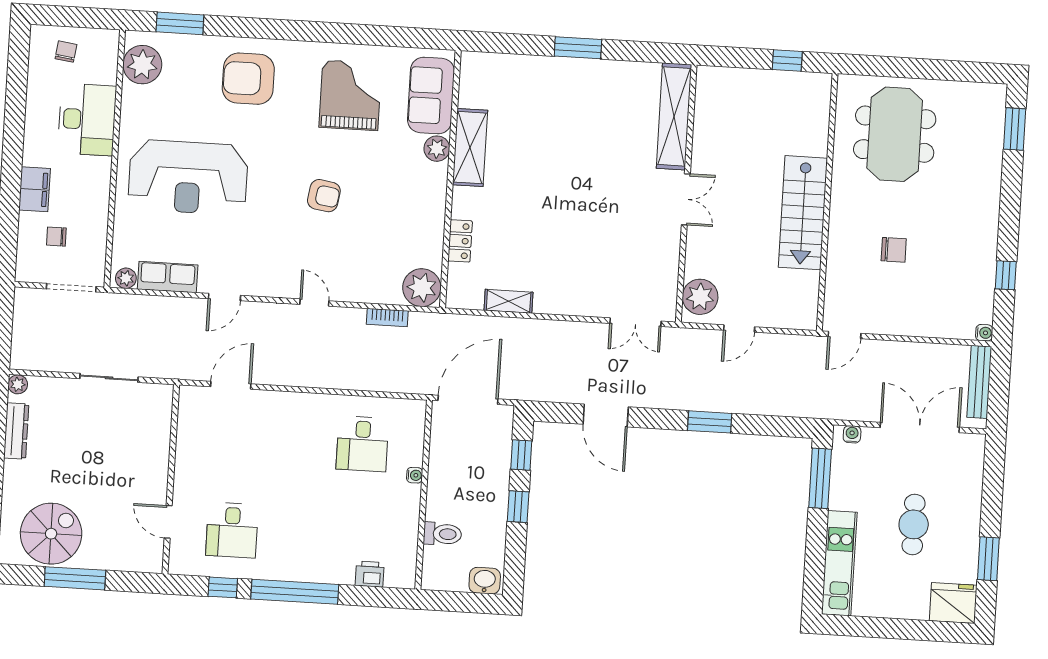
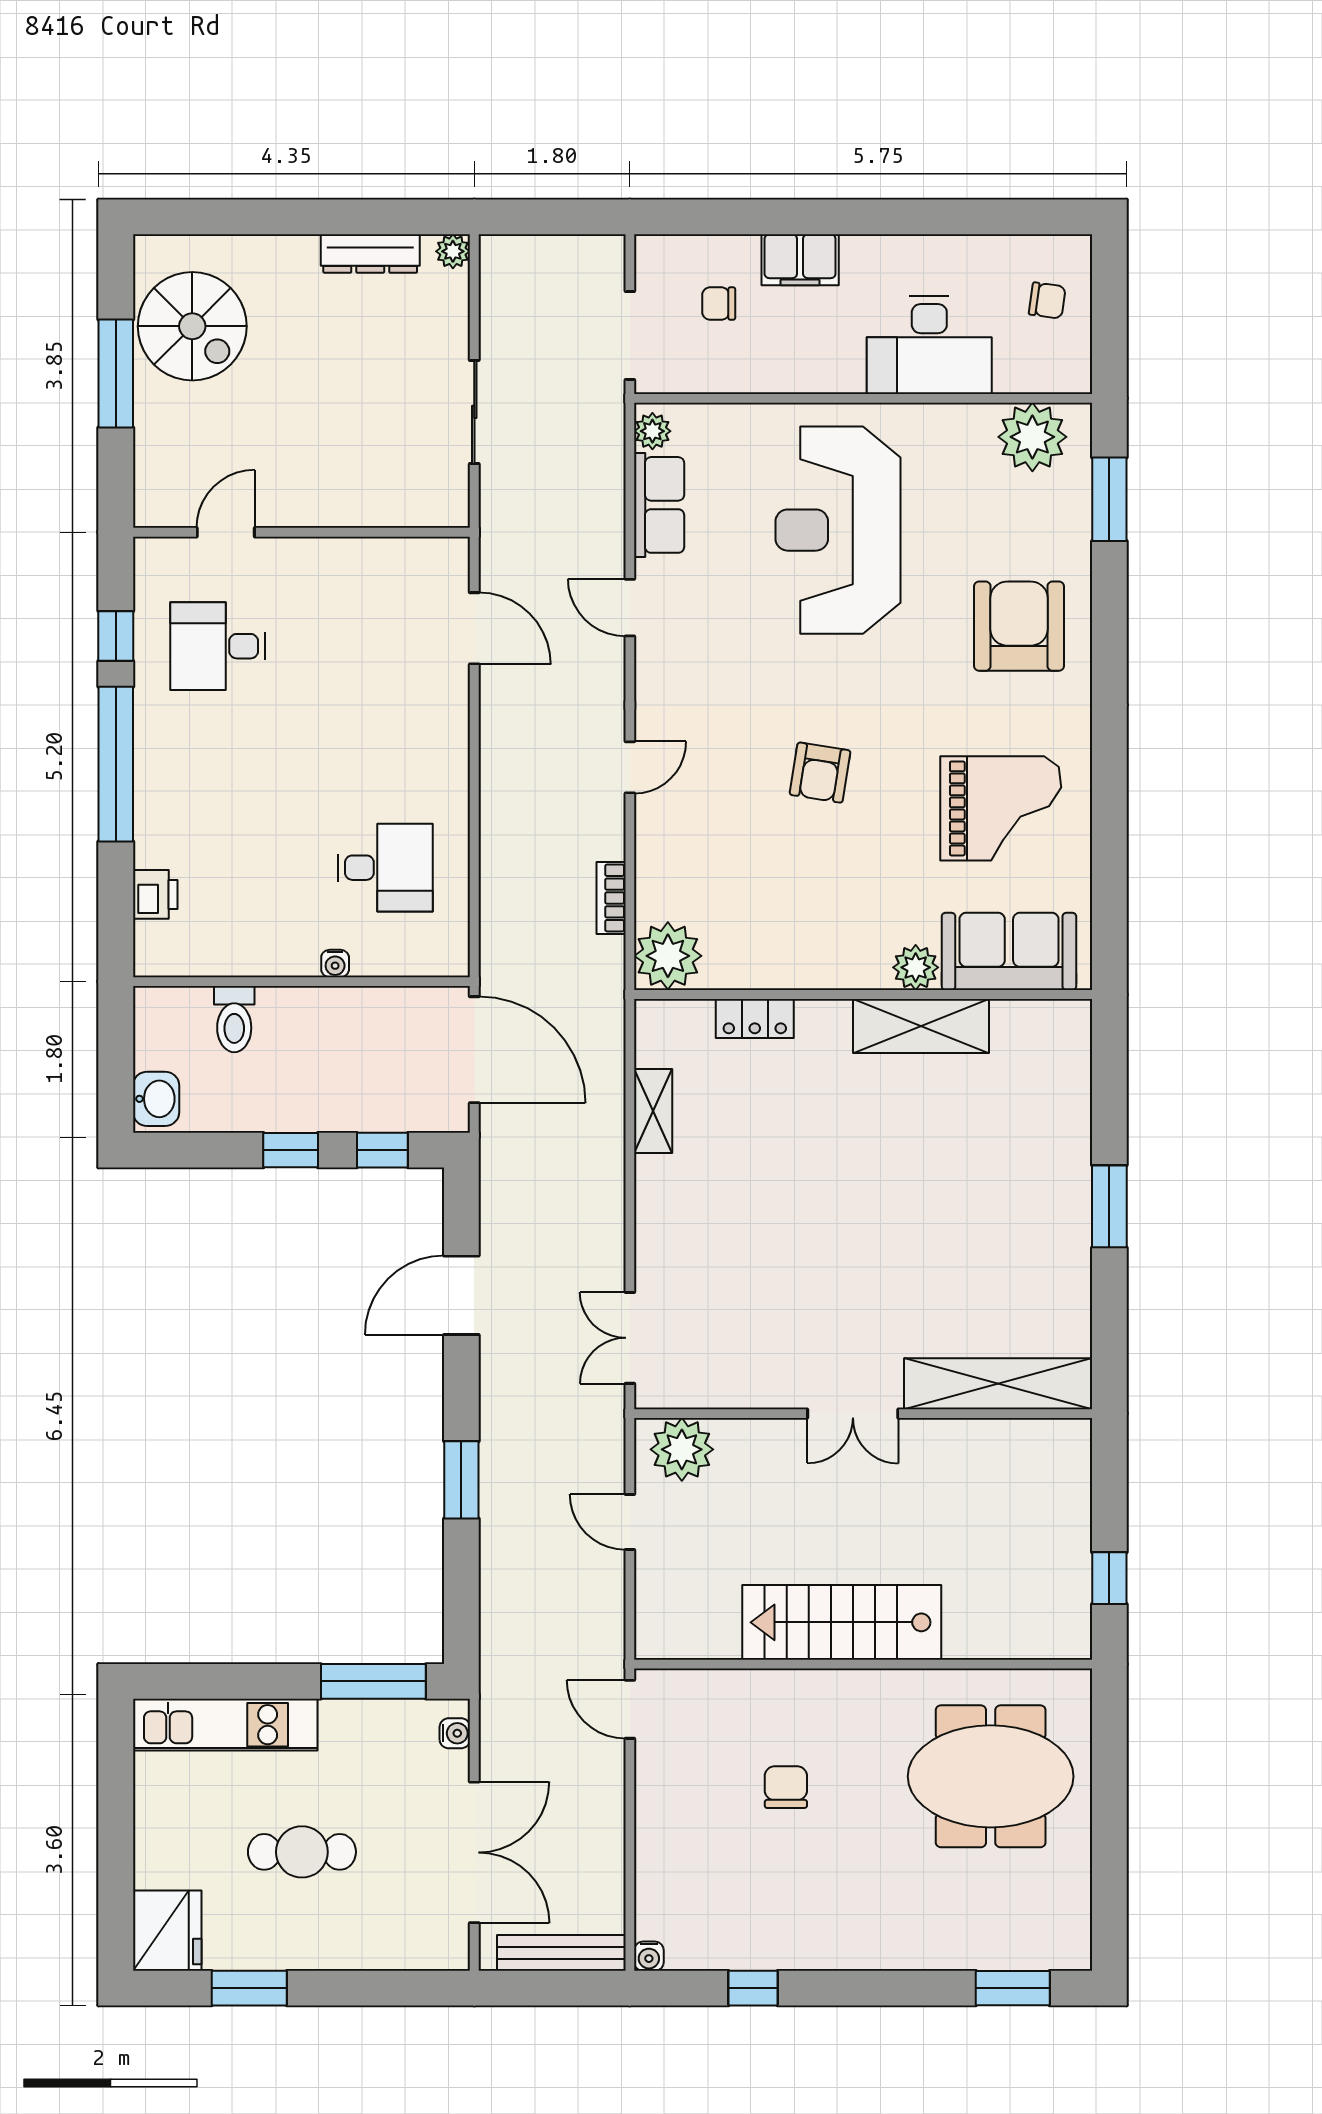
chair: (56, 237) -> (719, 304), turned -90
chair: (894, 250) -> (786, 1787), turned 180
desk: (362, 444) -> (385, 868), turned 180

